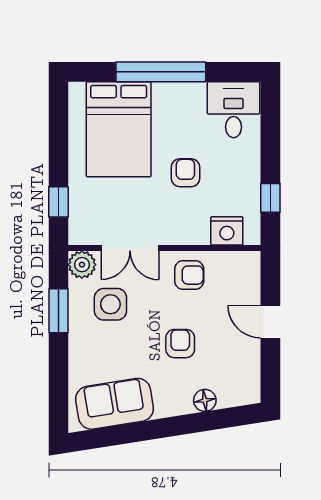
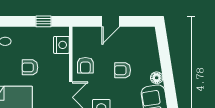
armchair: (189, 275) -> (85, 65), turned 180
floor lamp: (205, 400) -> (157, 78), moved

